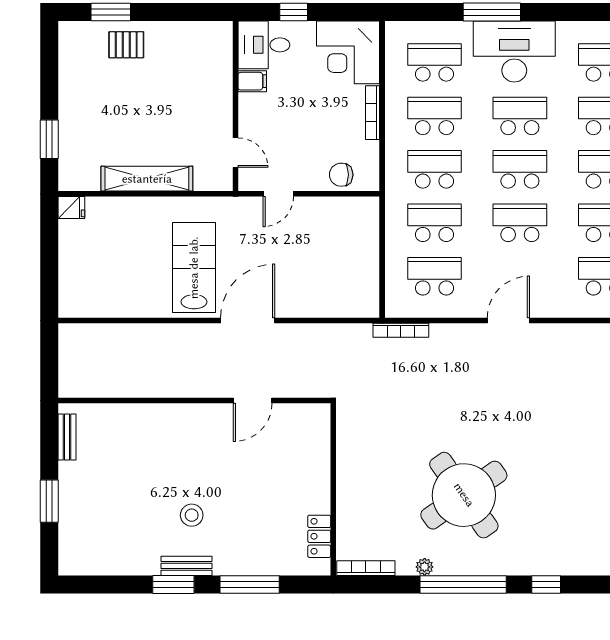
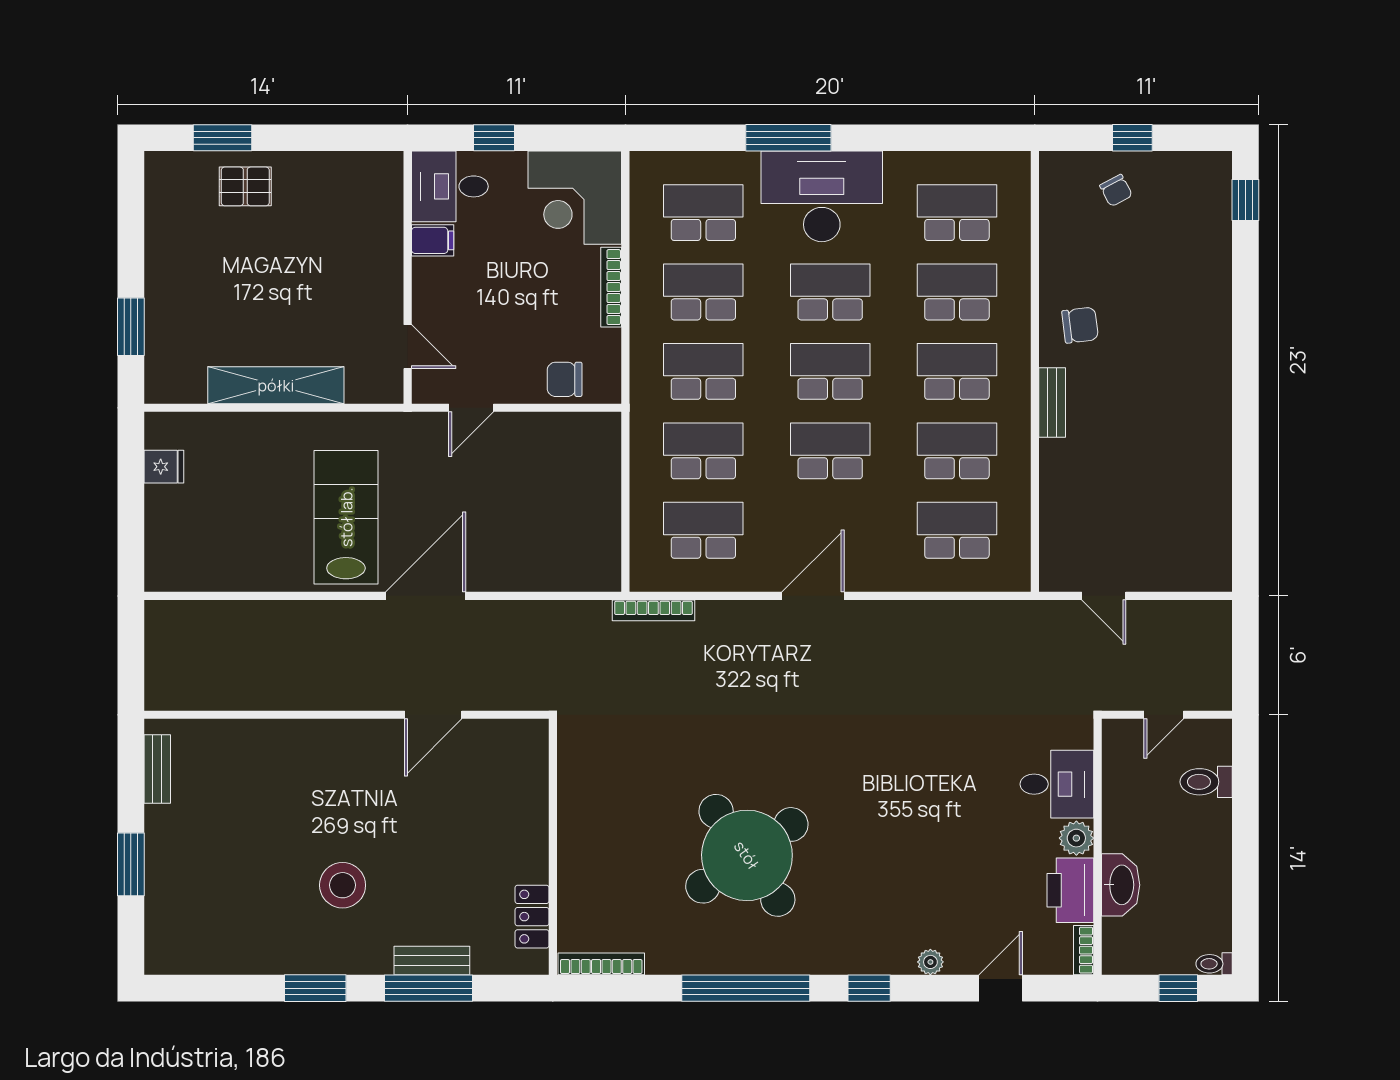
fridge: (71, 208) -> (164, 467), moved
stool: (192, 515) -> (343, 885), width x1.38, depth x1.38
bench: (187, 566) -> (432, 960), moved
plant: (425, 567) -> (930, 962), moved

